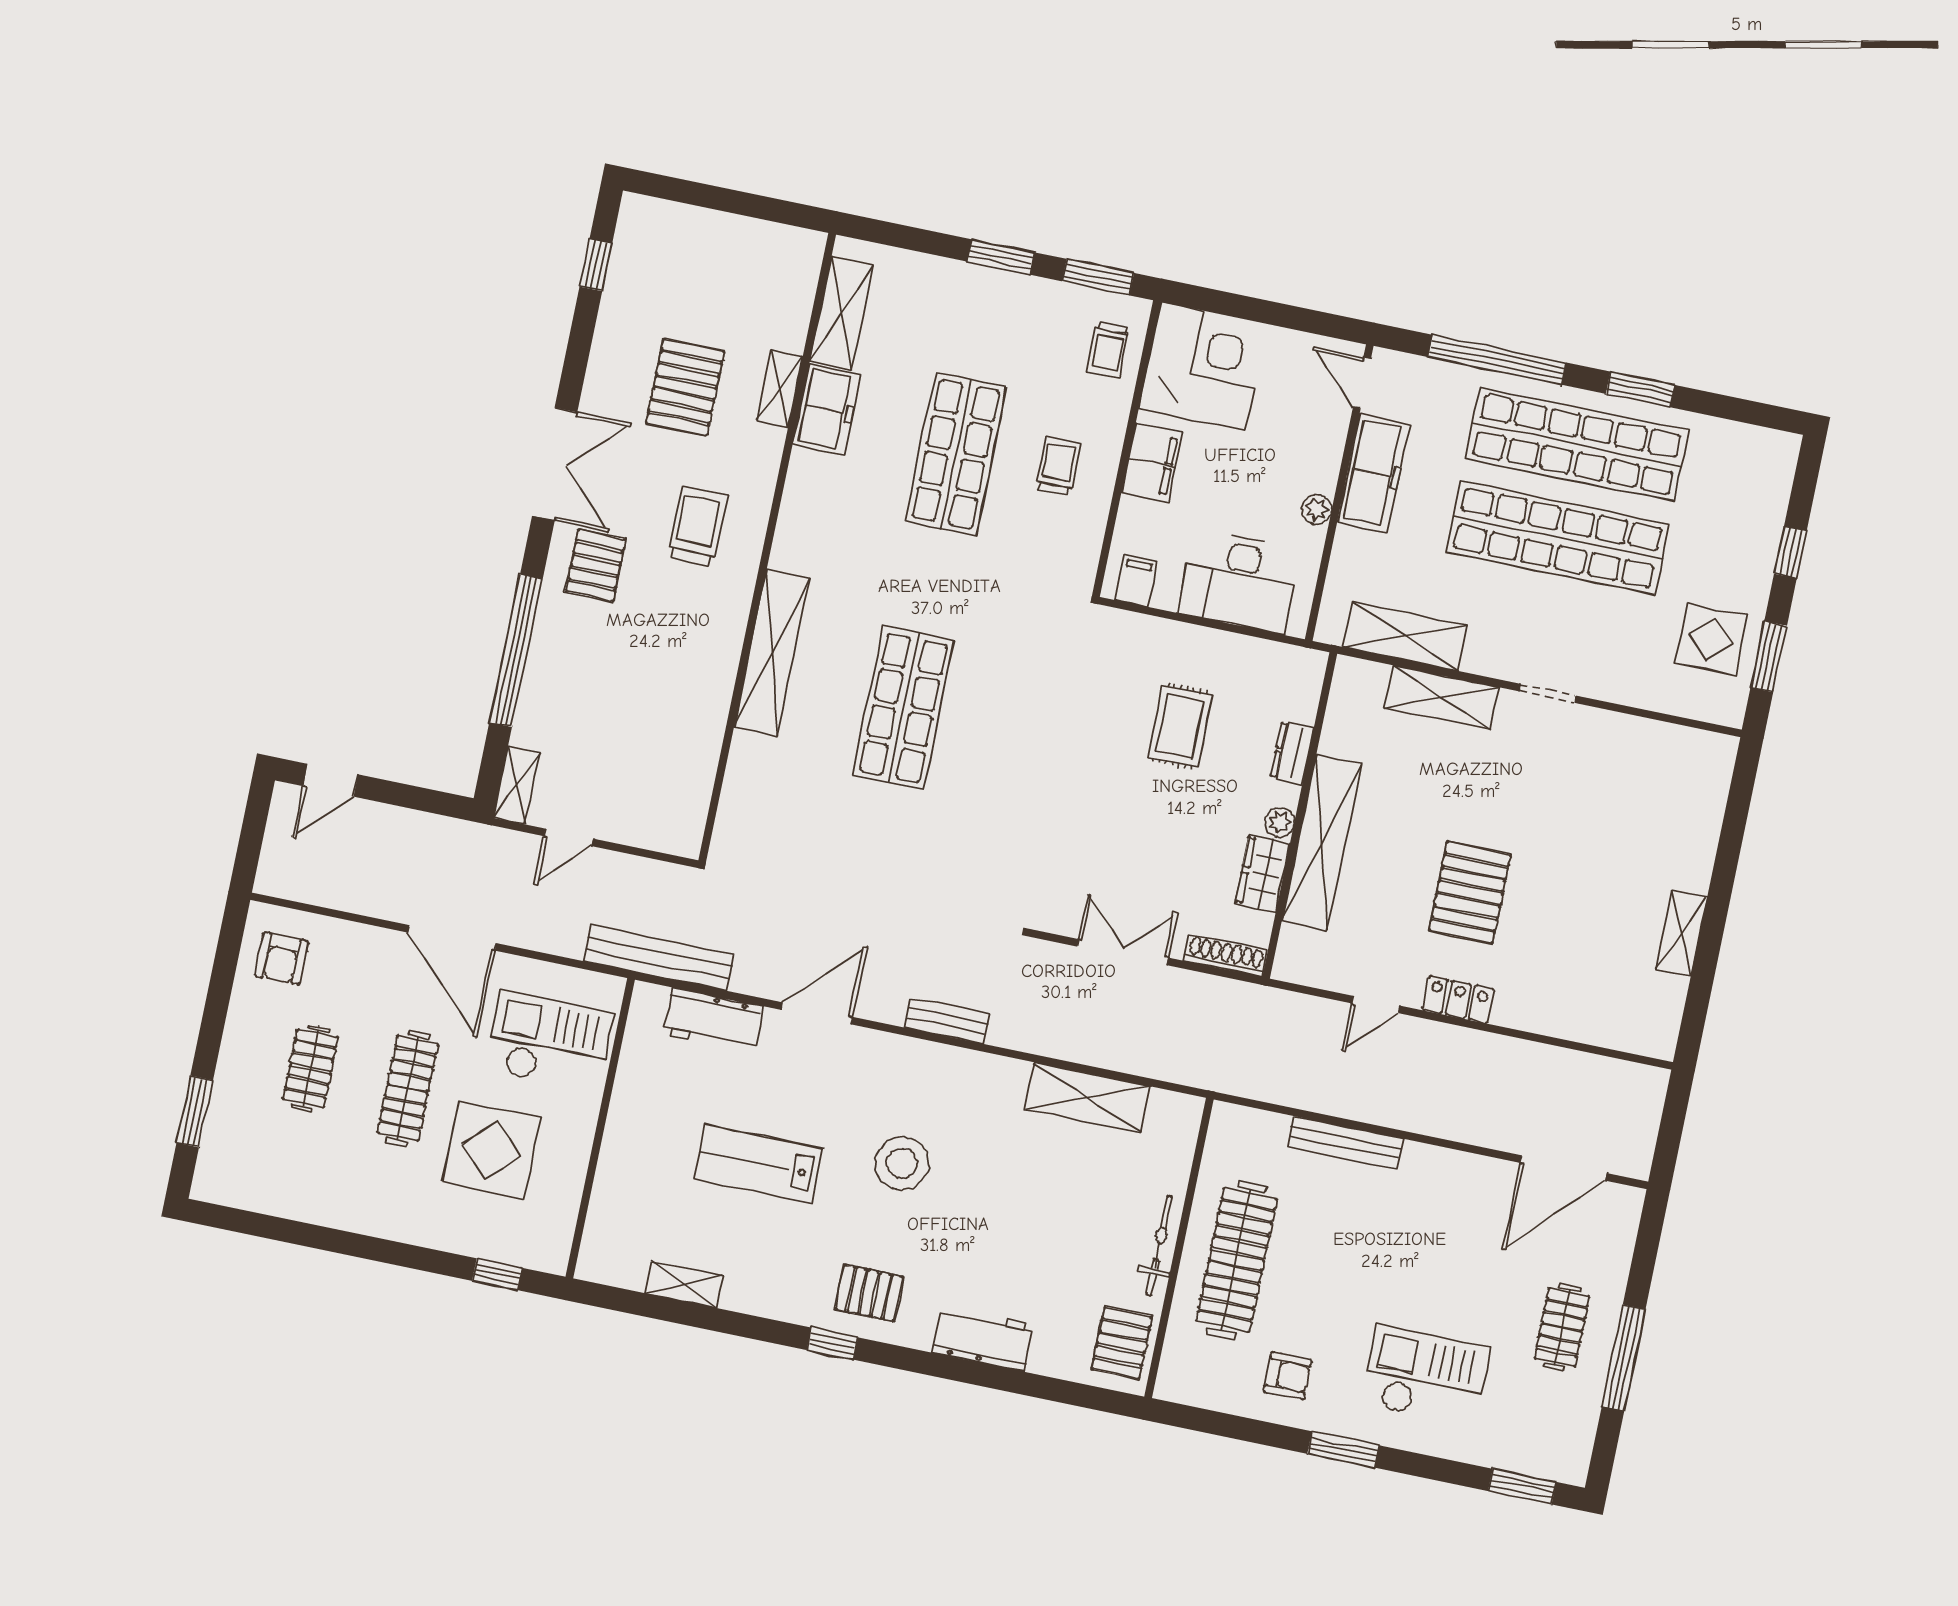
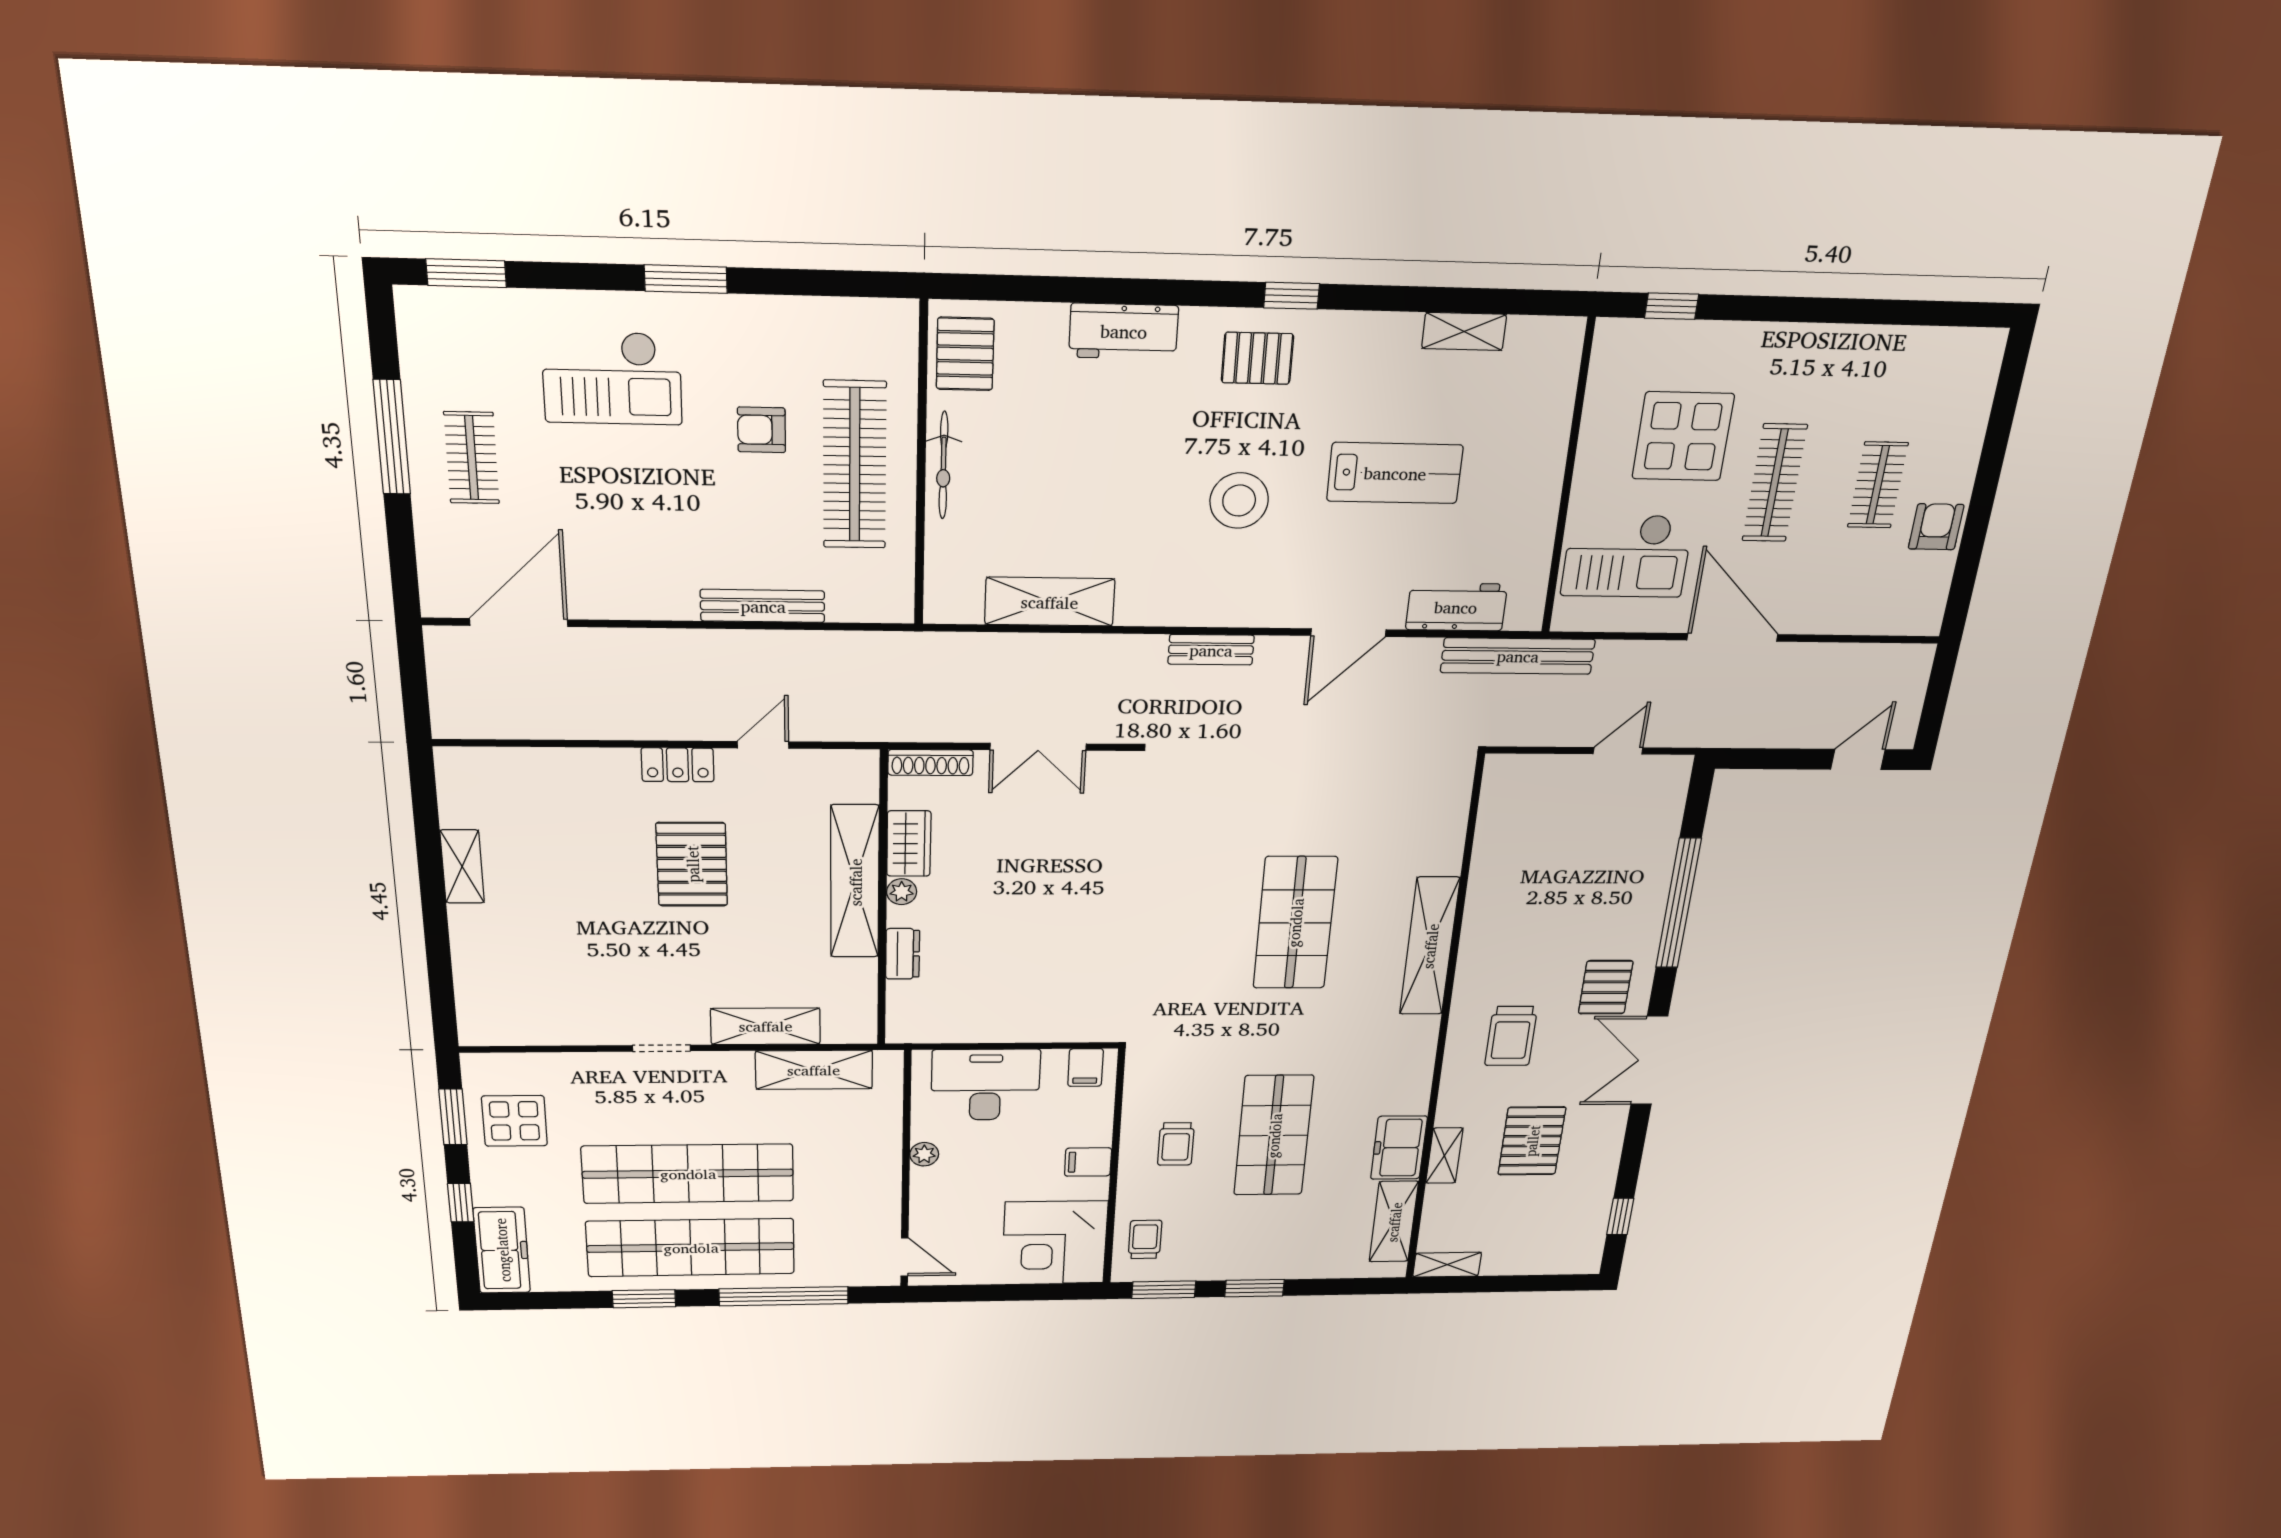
filing cabinet: (1152, 463) -> (1088, 1162), width x0.50
freezer: (1374, 473) -> (502, 1250), moved, turned 180
rug: (1180, 726) -> (1019, 956), removed
shelving: (517, 785) -> (1447, 1265), moved, turned 90
armchair: (282, 959) -> (1936, 527), moved
window: (195, 1111) -> (2001, 420), removed
armchair: (1288, 1376) -> (762, 430), moved

